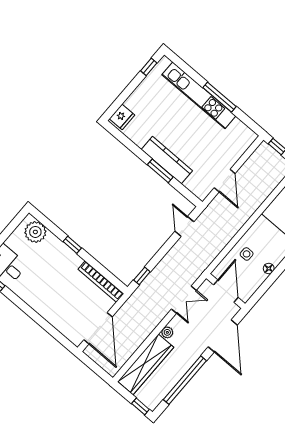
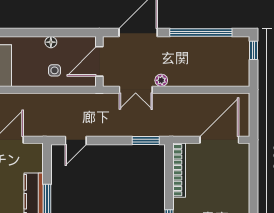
window: (142, 276) -> (146, 140), width x1.50
double door: (184, 300) -> (136, 90), swing flipped
plant: (167, 332) -> (161, 80), moved
wardrobe: (146, 364) -> (215, 76), removed

